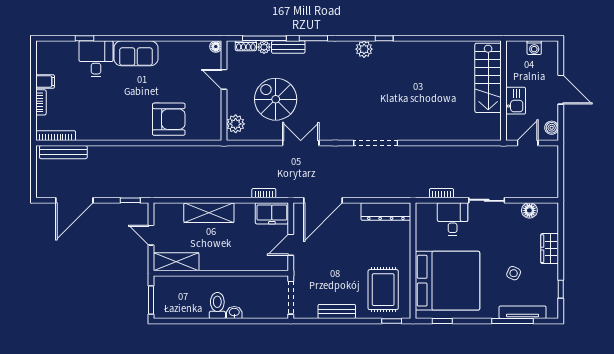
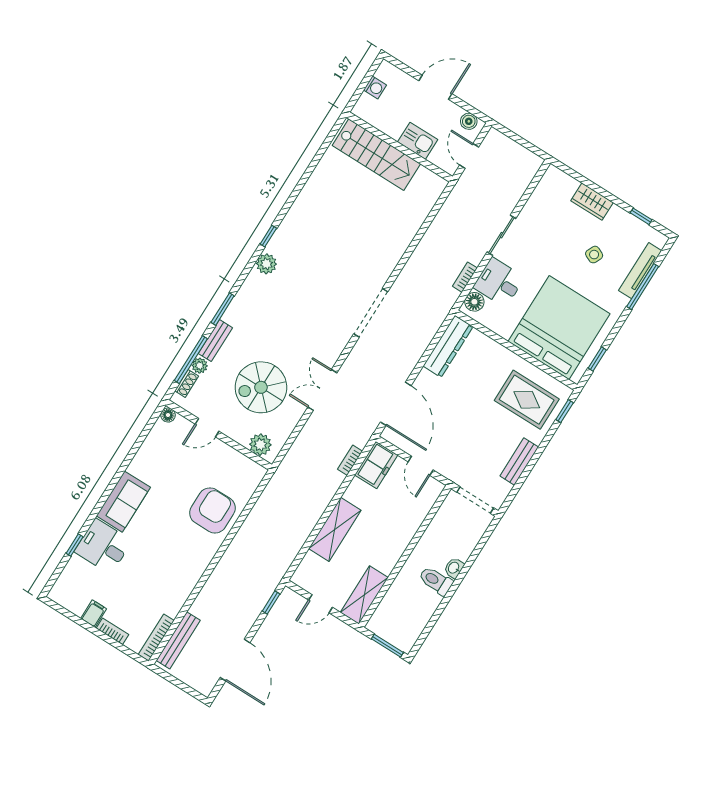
floor lamp: (529, 210) -> (474, 302), moved

